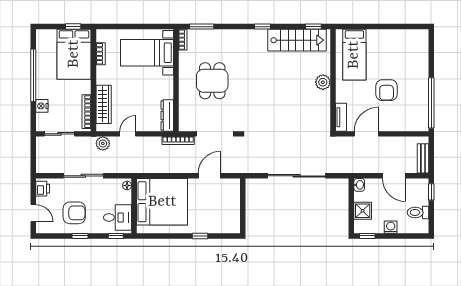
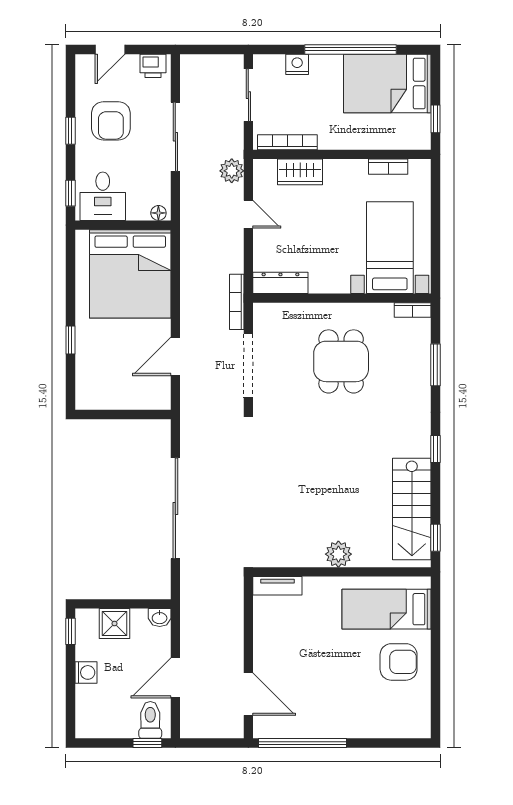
window: (202, 27) -> (436, 365), moved
bed: (74, 54) -> (387, 83), moved
dining table: (212, 81) -> (341, 361), turned 90
armchair: (387, 90) -> (399, 662), moved, turned 180
wardrobe: (104, 104) -> (300, 172), width x0.67
door: (366, 134) -> (248, 694), moved
bench: (423, 158) -> (206, 729), removed
door: (209, 176) -> (175, 356), swing flipped
toilet: (418, 212) -> (150, 720), moved

